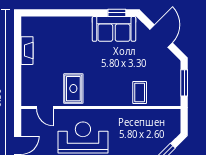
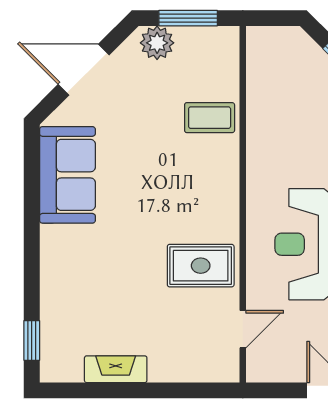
window: (117, 13) -> (32, 340), moved
plant: (173, 69) -> (157, 43), added

